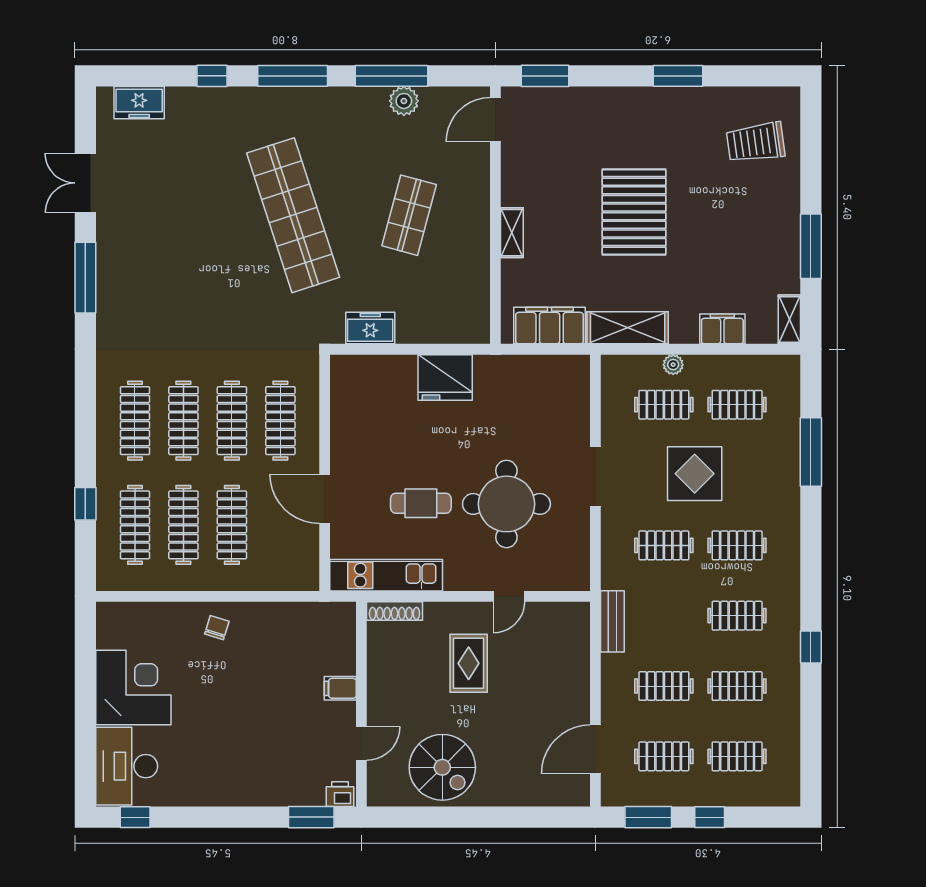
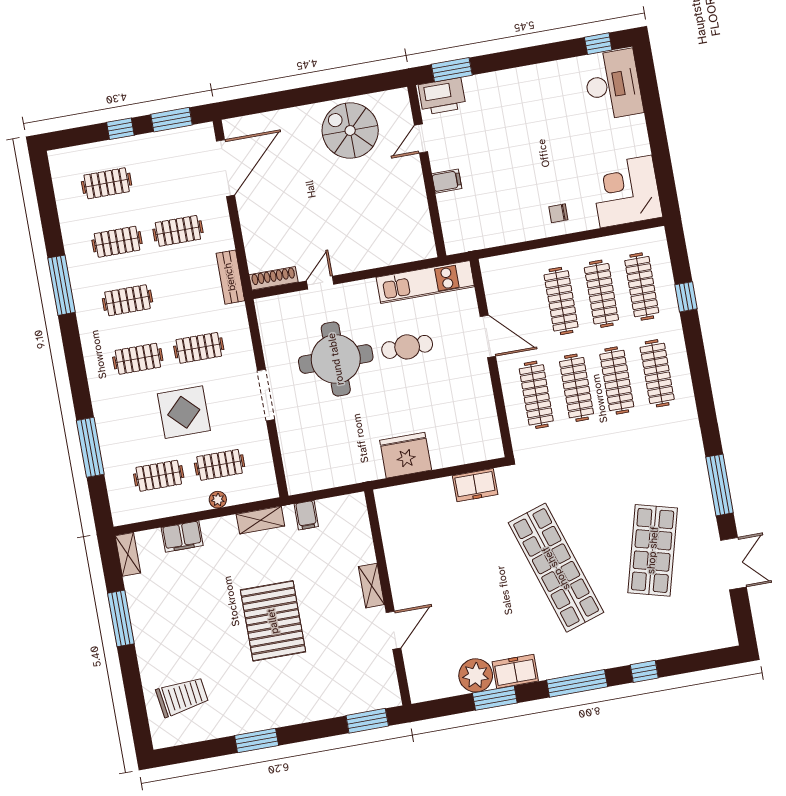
window: (392, 76) -> (495, 698), width x0.69
plant: (404, 101) -> (476, 675), width x1.36, depth x1.36
freezer: (139, 103) -> (515, 671), moved
door: (495, 120) -> (394, 630), moved
shop shelf: (409, 215) -> (653, 550), moved, width x1.43, depth x1.36
filing cabinet: (550, 326) -> (306, 515), width x0.33, depth x0.86
shelving: (628, 328) -> (260, 520), width x0.67, depth x0.75
shoe rack: (394, 611) -> (274, 278), moved
chair: (217, 628) -> (558, 213), turned 73
window: (811, 647) -> (61, 285), width x2.17
rug: (469, 663) -> (344, 221), removed
corner desk: (133, 687) -> (626, 191), moved, turned 90
door: (595, 749) -> (226, 168), width x1.36
clothes rail: (664, 756) -> (167, 172), removed
printer: (340, 794) -> (442, 96), width x1.87, depth x1.48

